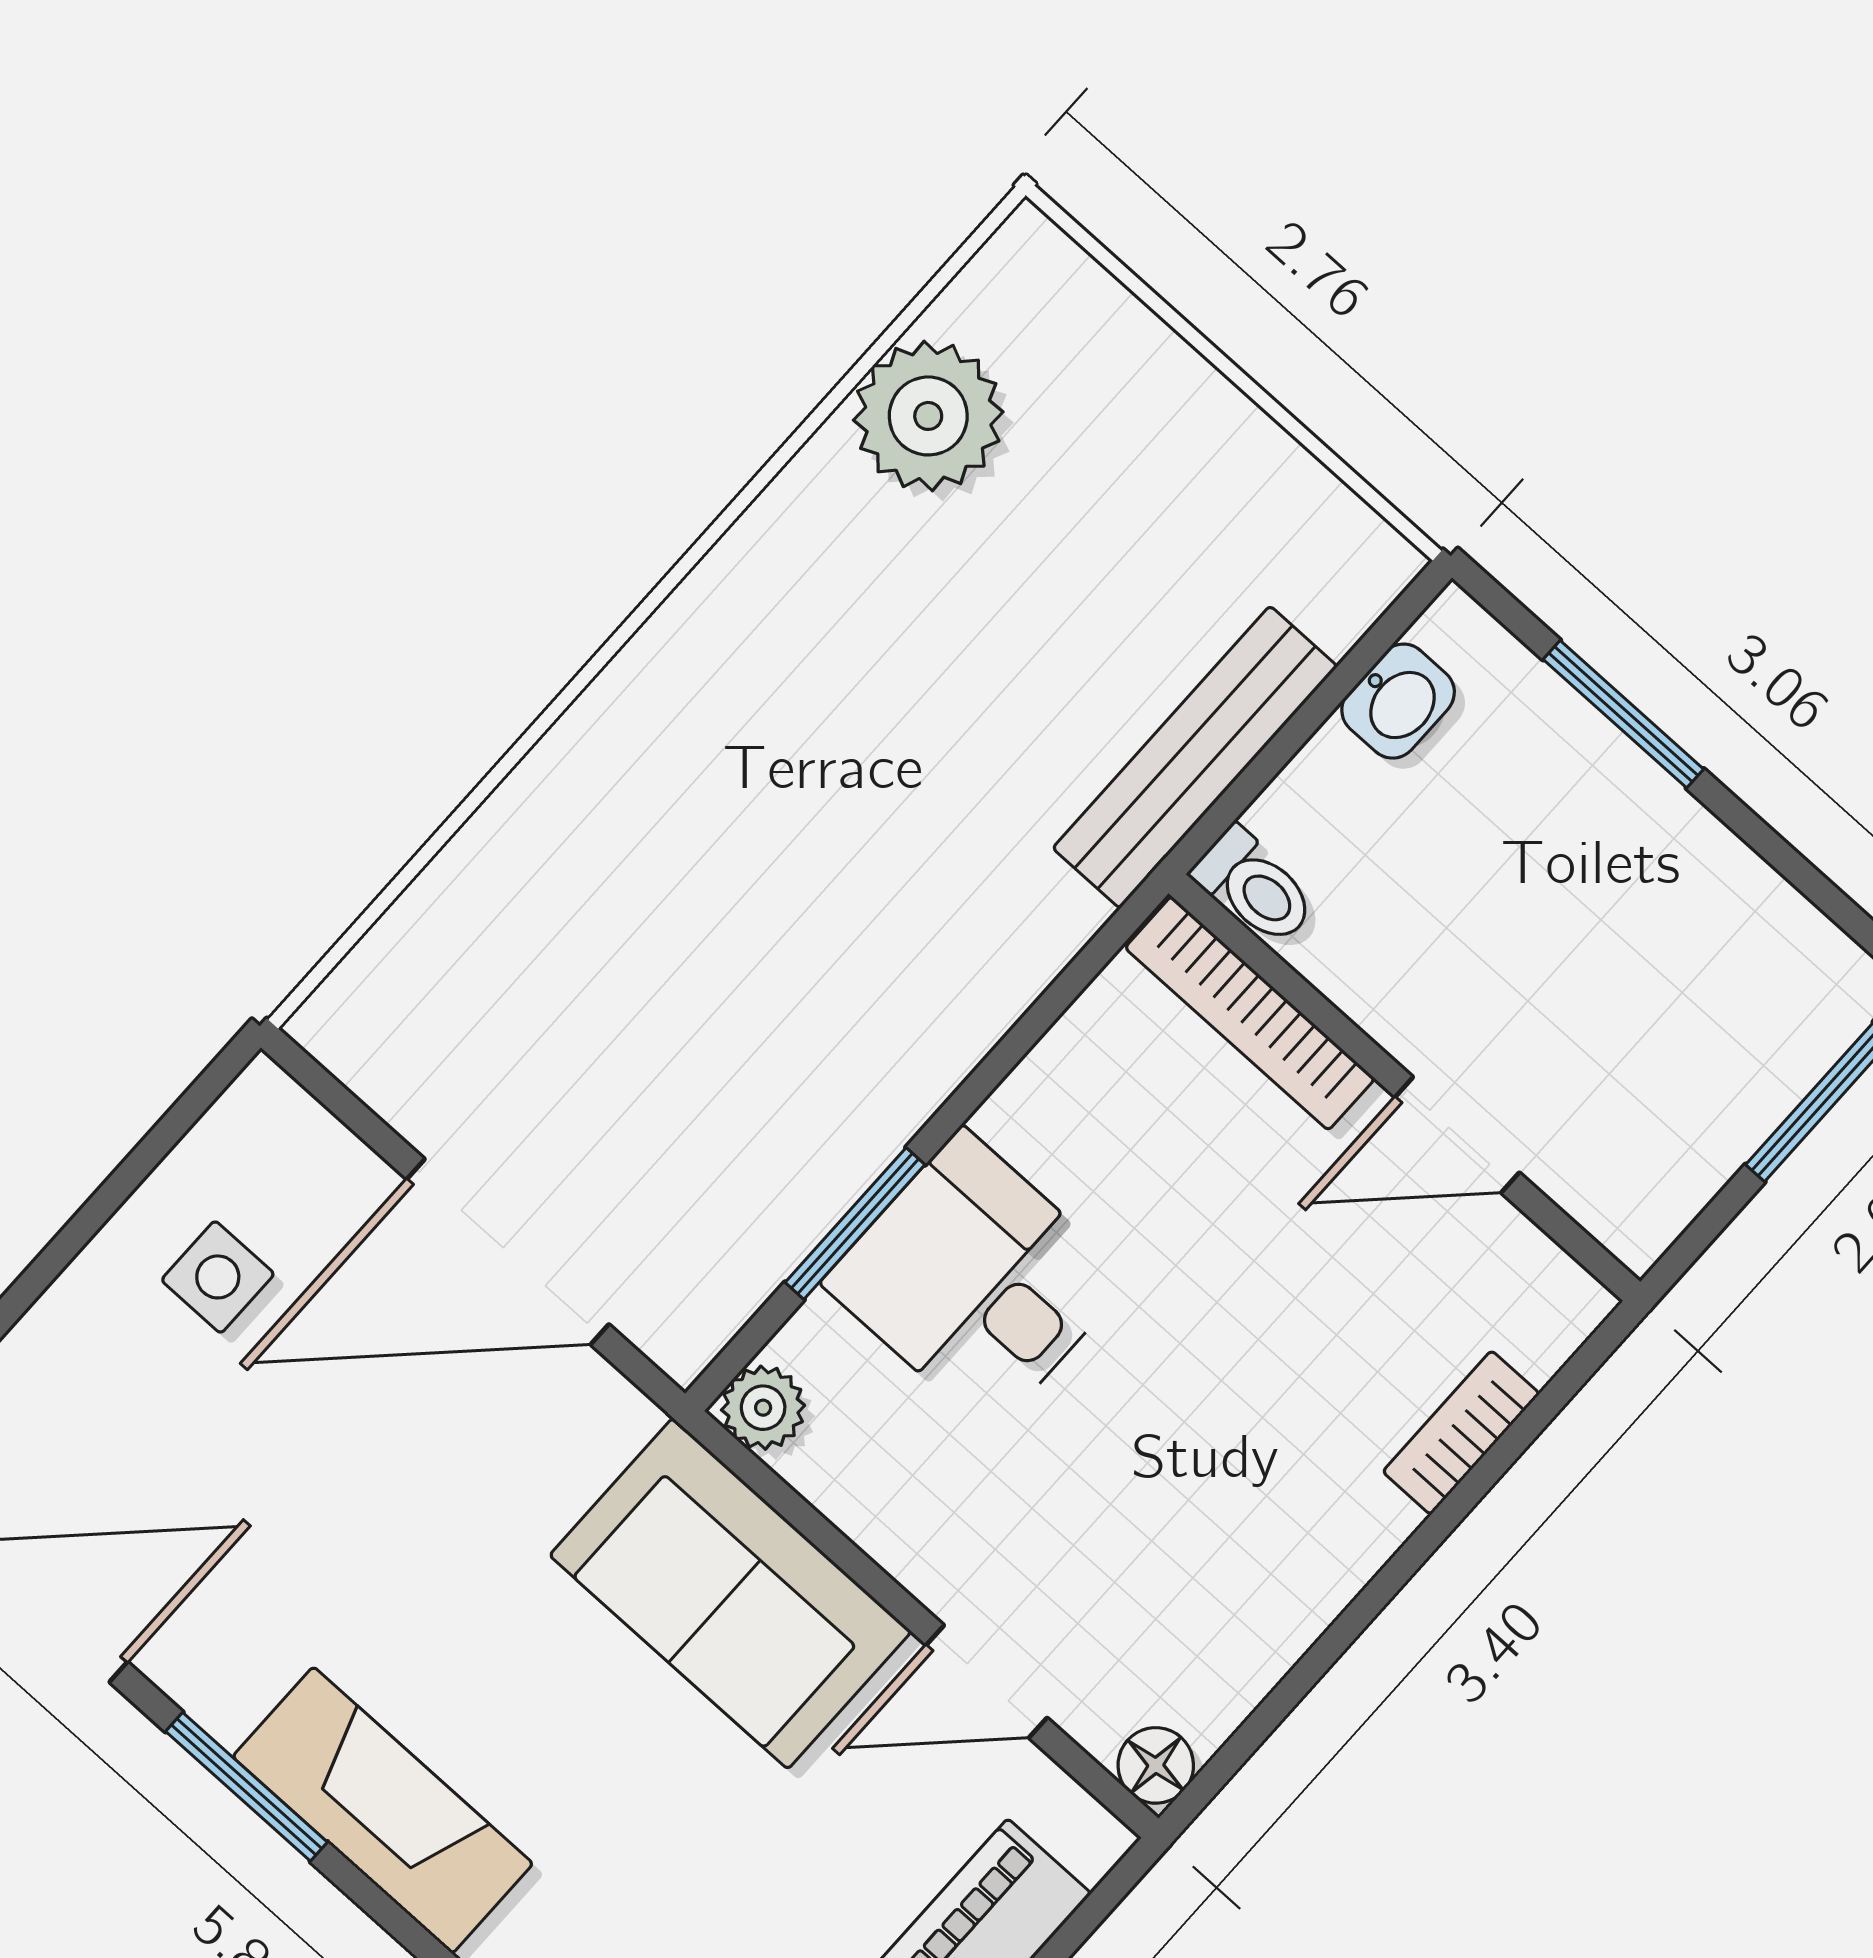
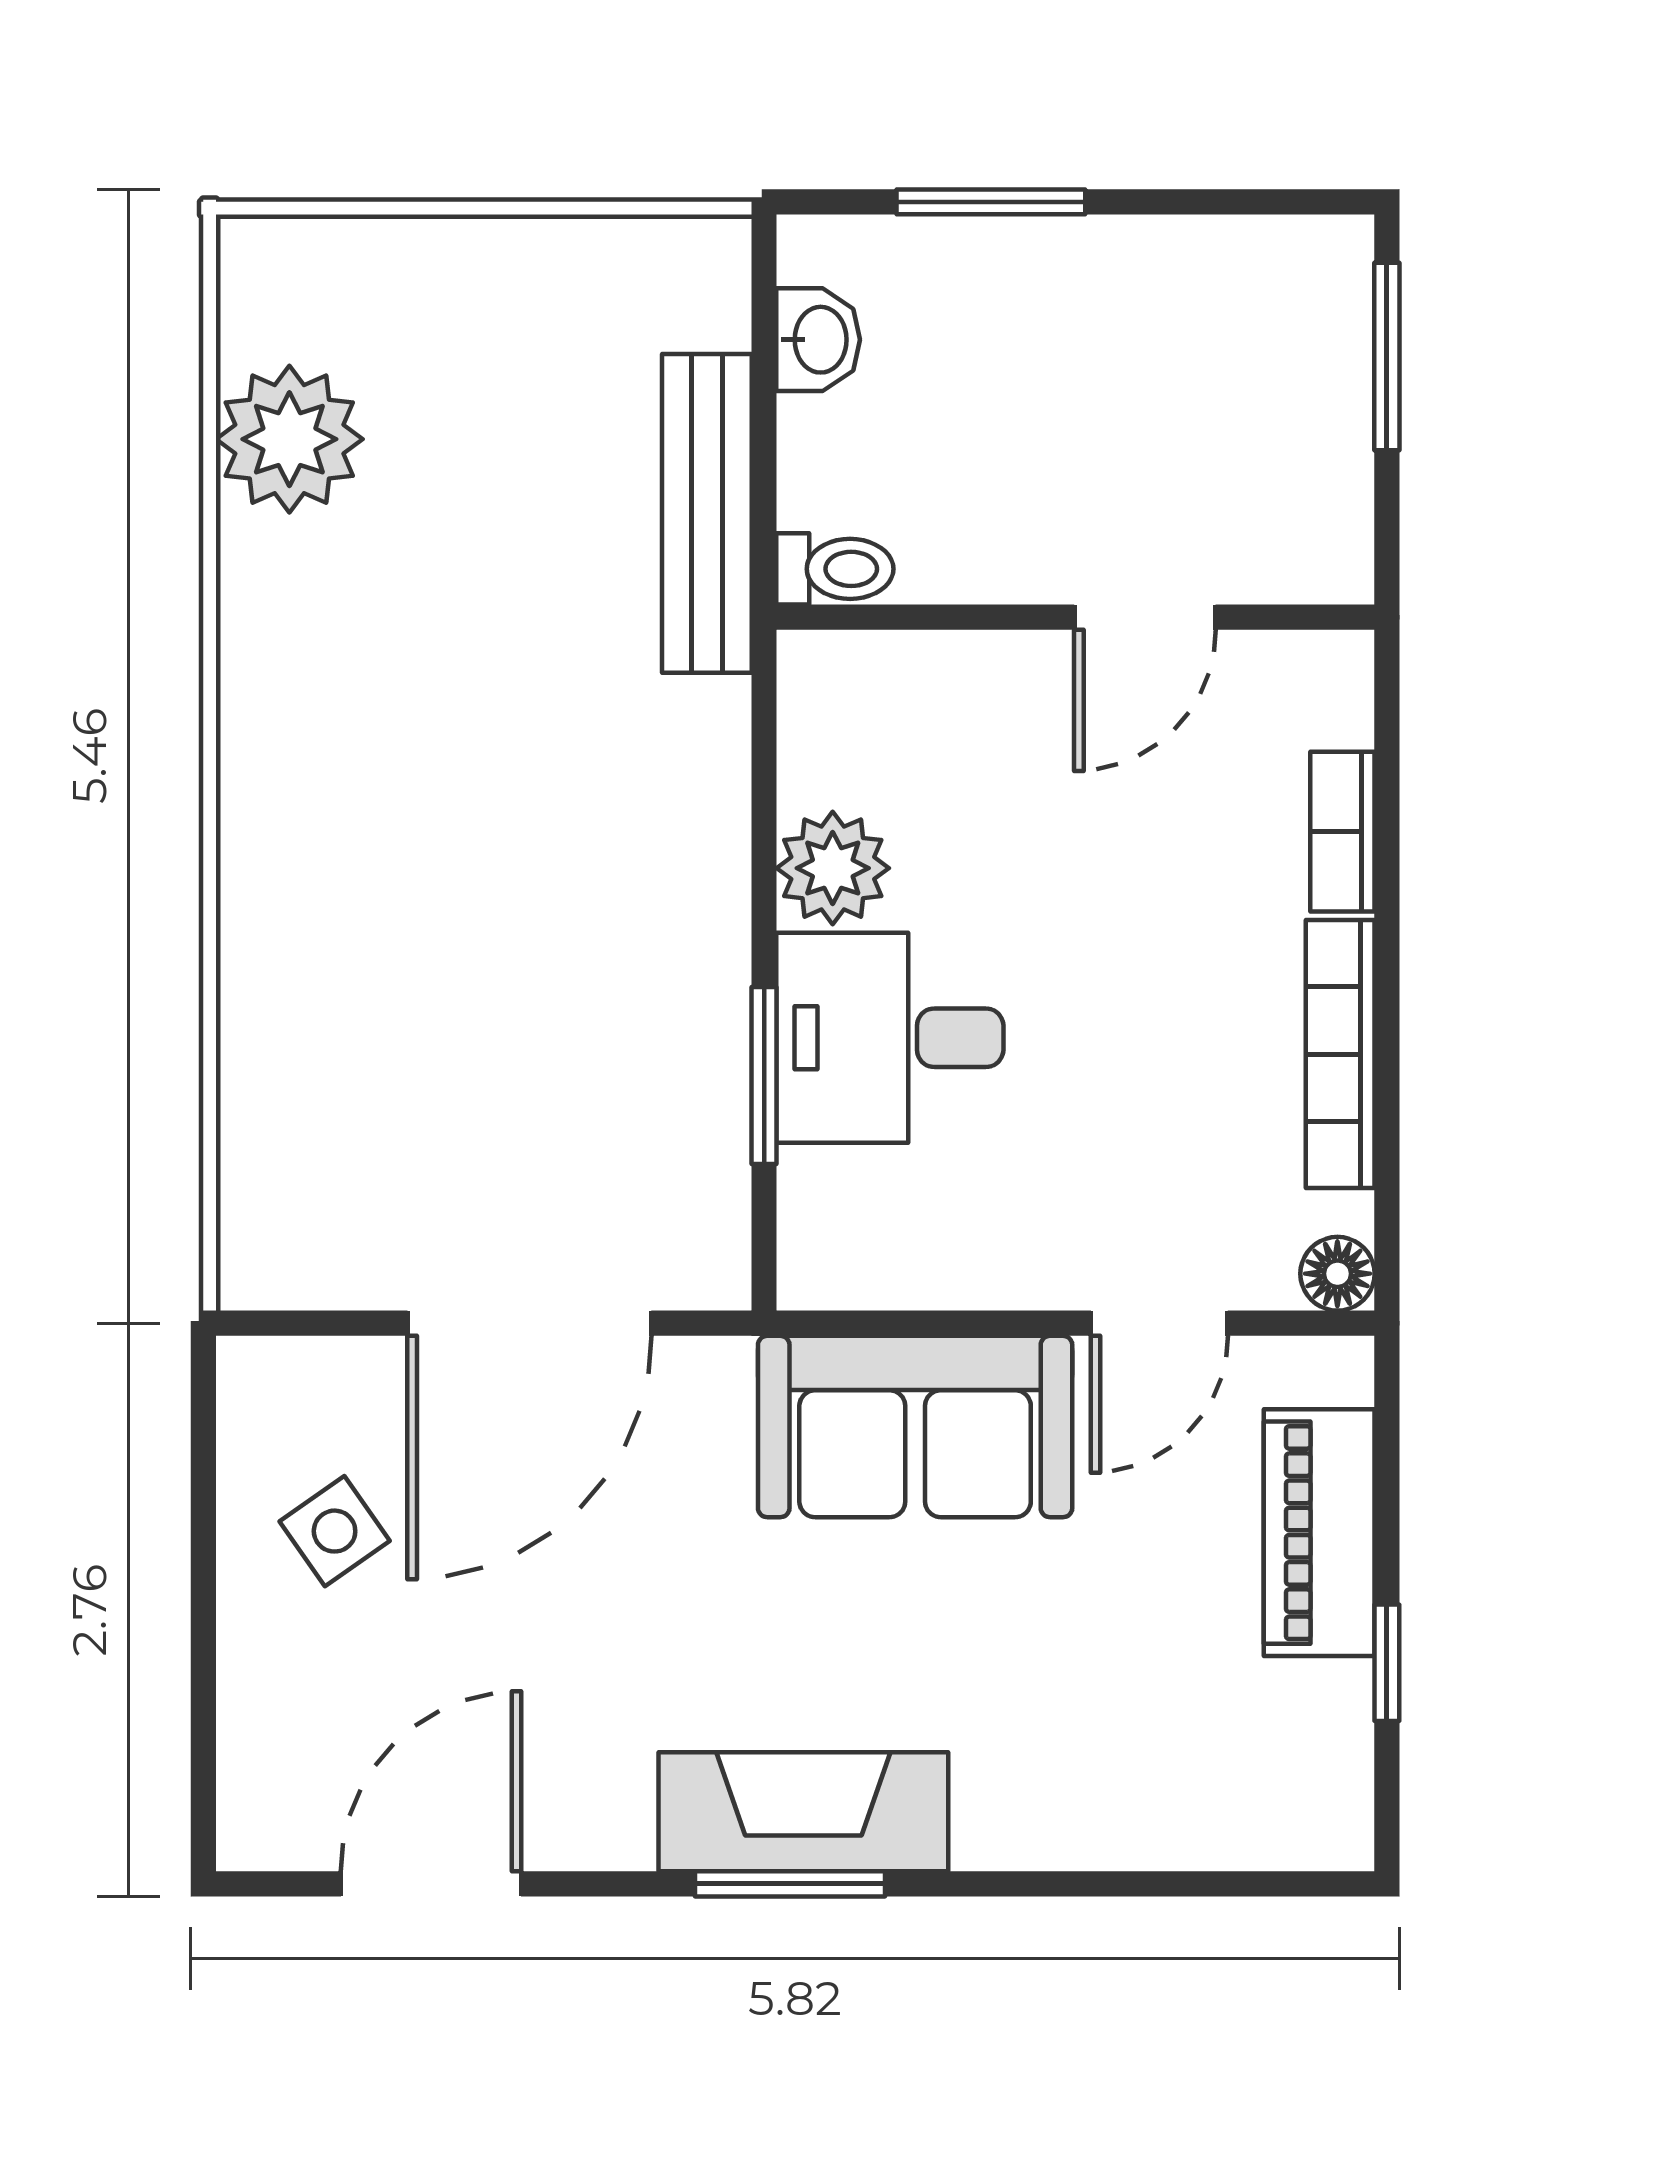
bookcase: (1250, 1013) -> (1340, 1054), moved, turned 90
side table: (218, 1277) -> (335, 1531), turned -35
plant: (763, 1408) -> (833, 868), moved, width x1.38, depth x1.38
window: (246, 1787) -> (790, 1884), moved

